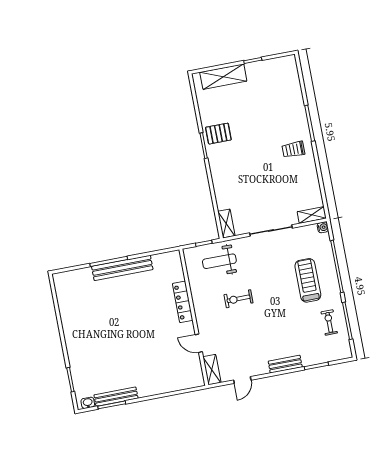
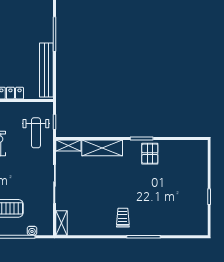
shelving: (223, 77) -> (102, 148), moved, turned 90
water cooler: (323, 227) -> (32, 231), moved
weight bench: (219, 261) -> (36, 133), turned 180
bench: (122, 268) -> (46, 70), moved

